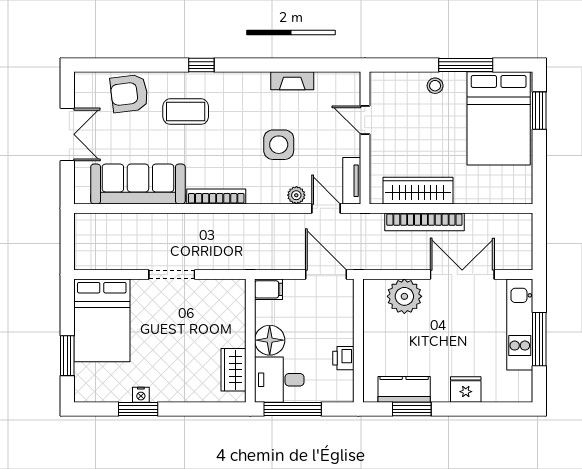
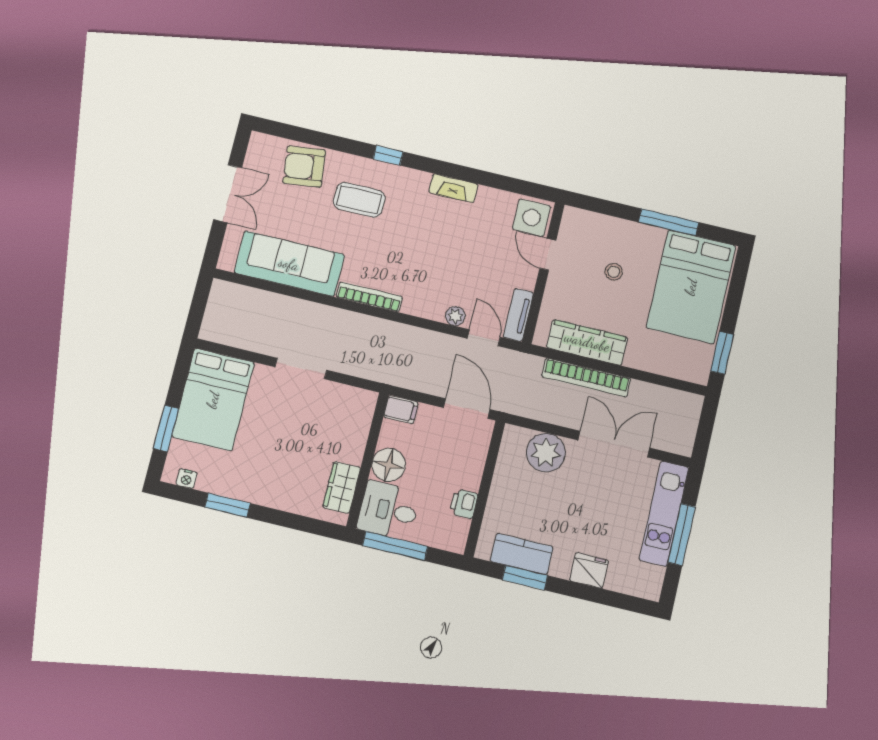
fireplace: (292, 81) -> (453, 188), moved
stool: (435, 86) -> (614, 272), moved
window: (539, 111) -> (722, 353), moved
side table: (279, 145) -> (532, 218), moved
nightstand: (141, 395) -> (187, 479), moved

